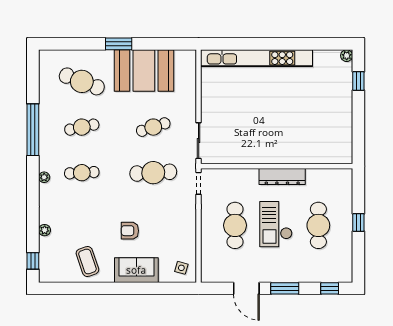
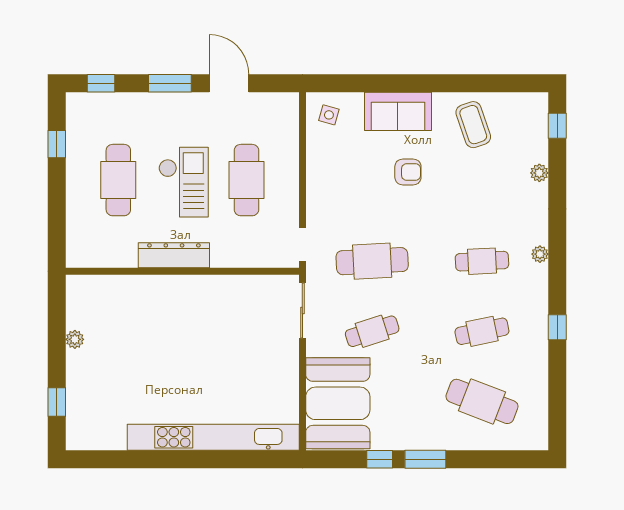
window: (148, 44) -> (380, 459), added
plant: (347, 56) -> (75, 339), moved
booth: (144, 70) -> (338, 403), moved, turned 90
window: (33, 130) -> (557, 327), width x0.32
window: (358, 222) -> (57, 144), moved

